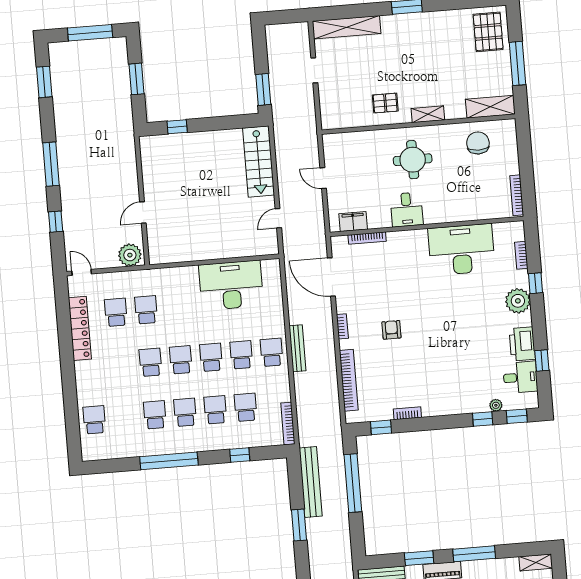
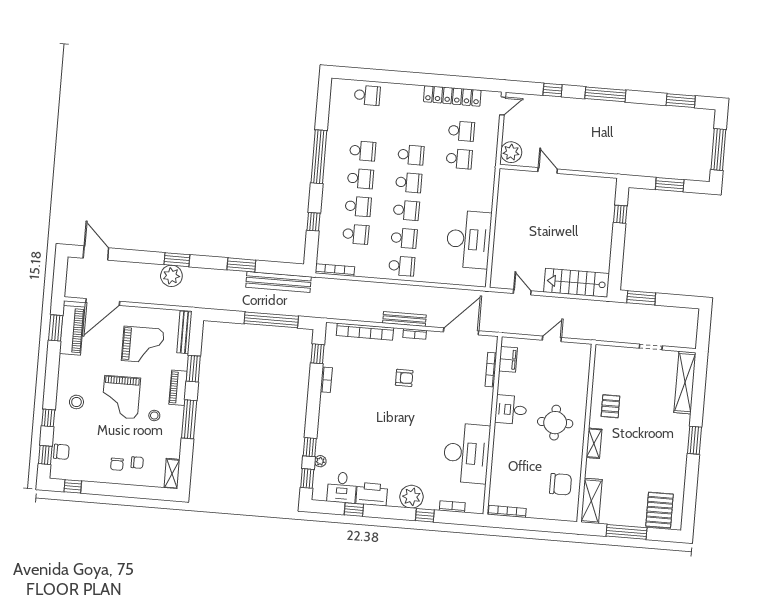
pallet: (488, 32) -> (660, 510), turned 90
bench: (297, 348) -> (404, 319), moved

